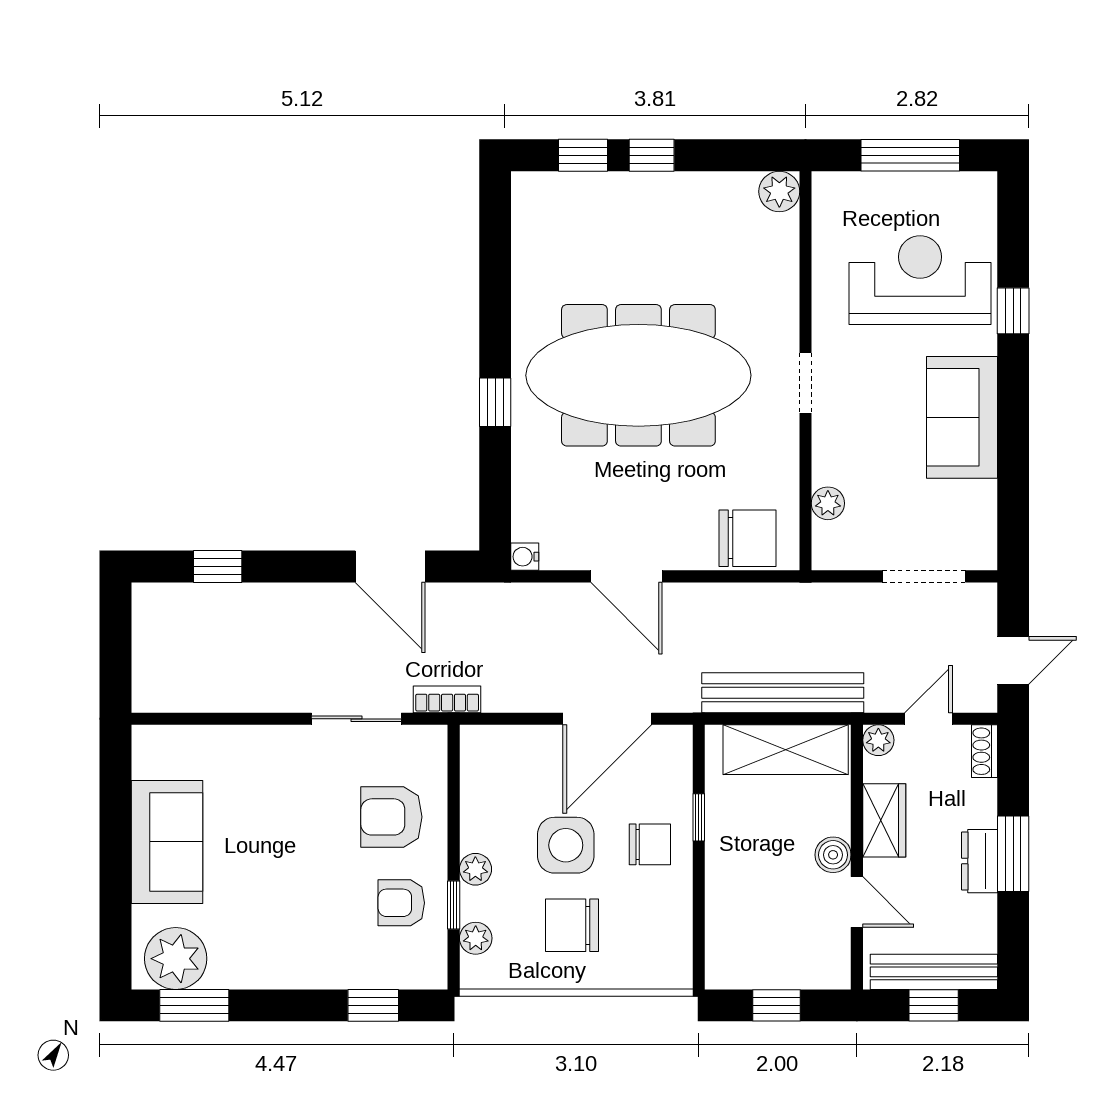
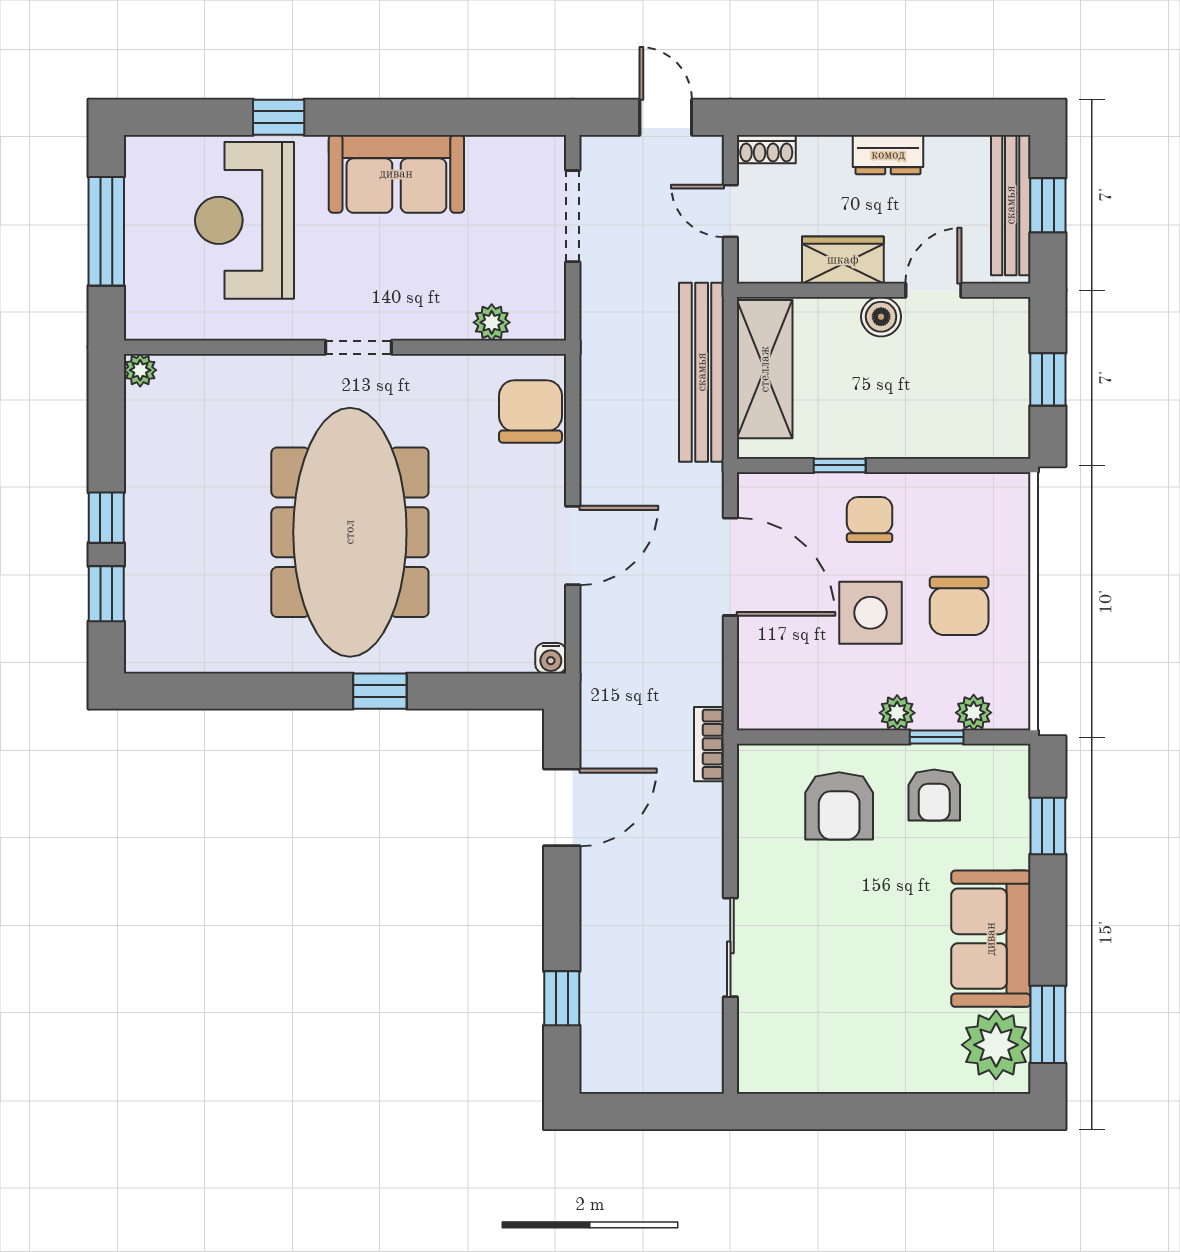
plant: (779, 191) -> (140, 370), width x0.73, depth x0.73
sliding door: (356, 719) -> (730, 947), moved
plant: (878, 740) -> (754, 267), removed
sofa: (167, 842) -> (991, 939), moved, turned -90
window: (1013, 854) -> (880, 117), removed

